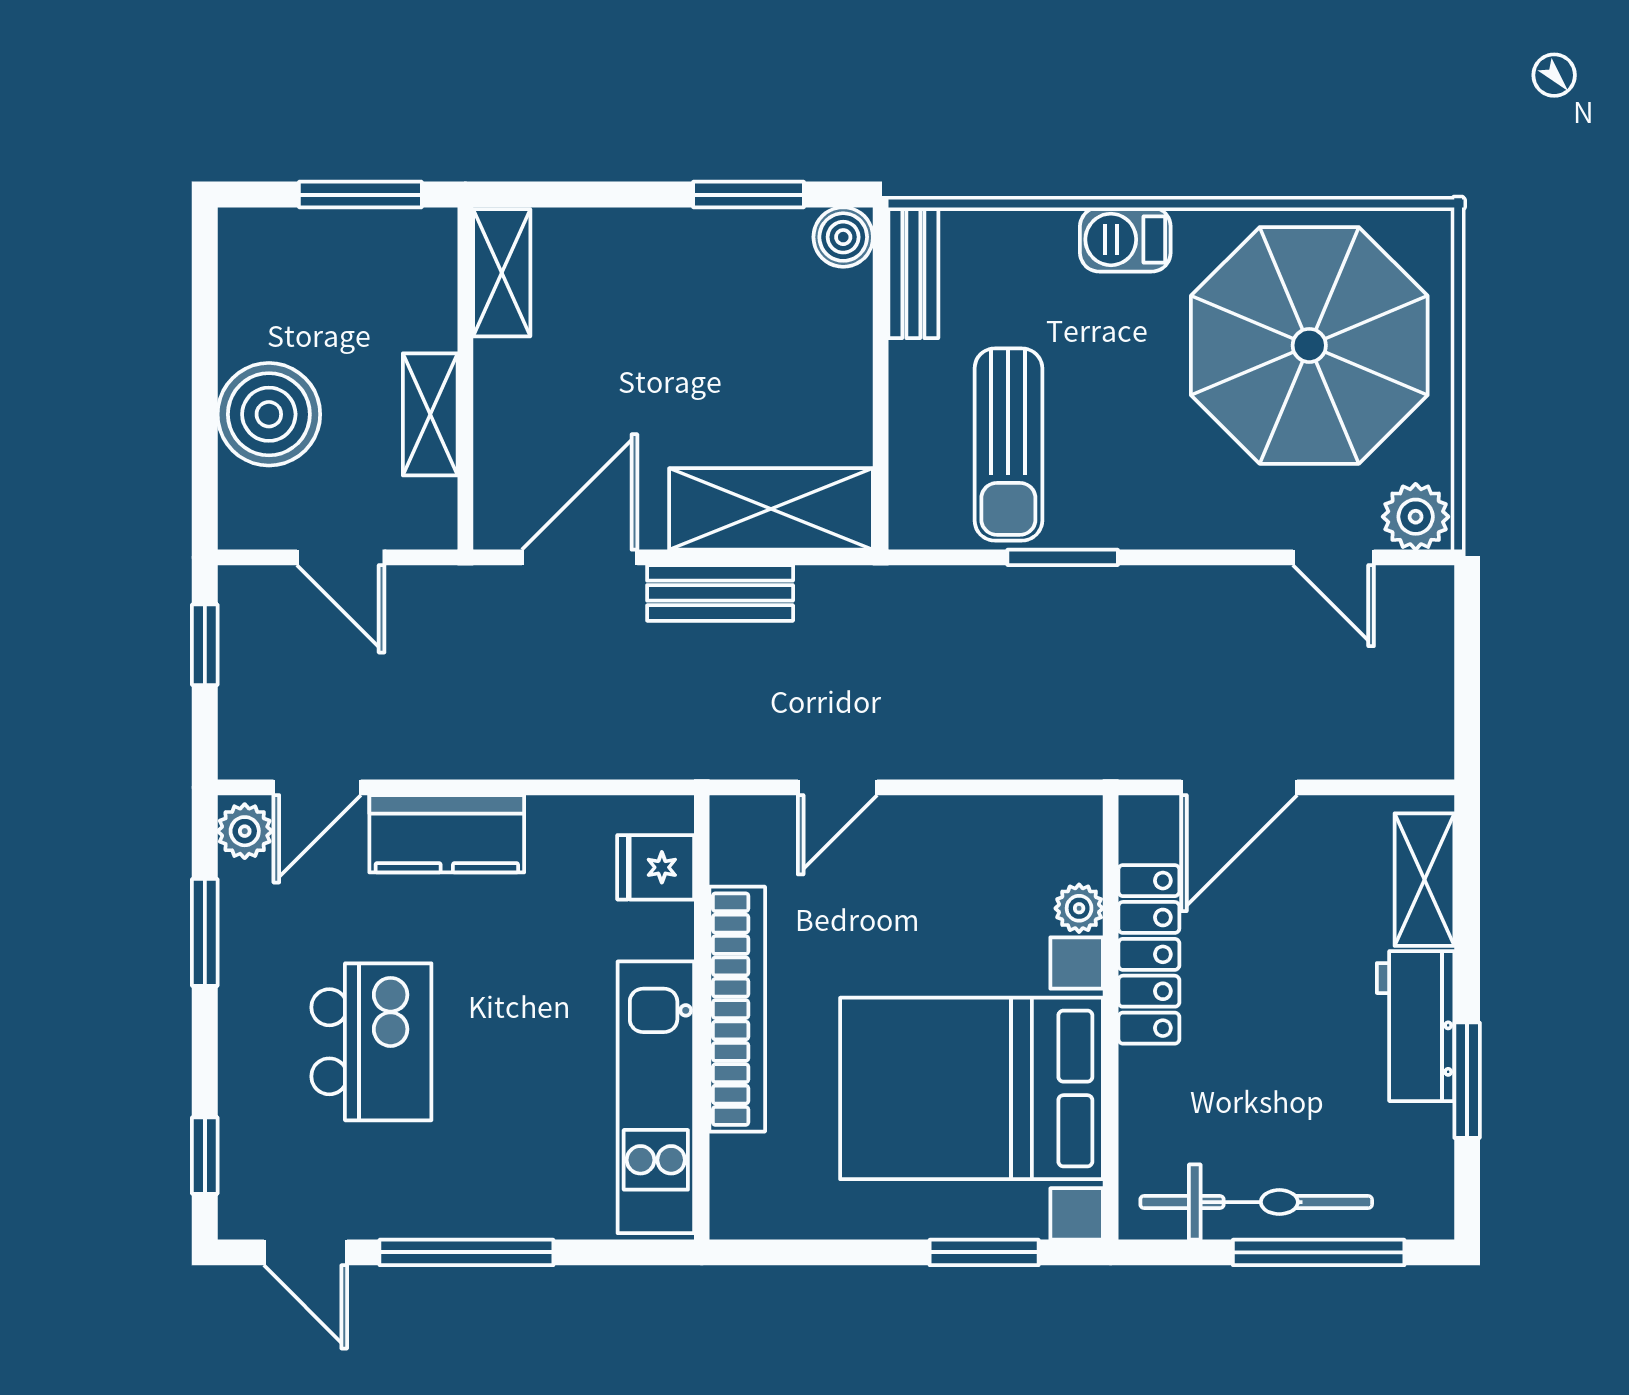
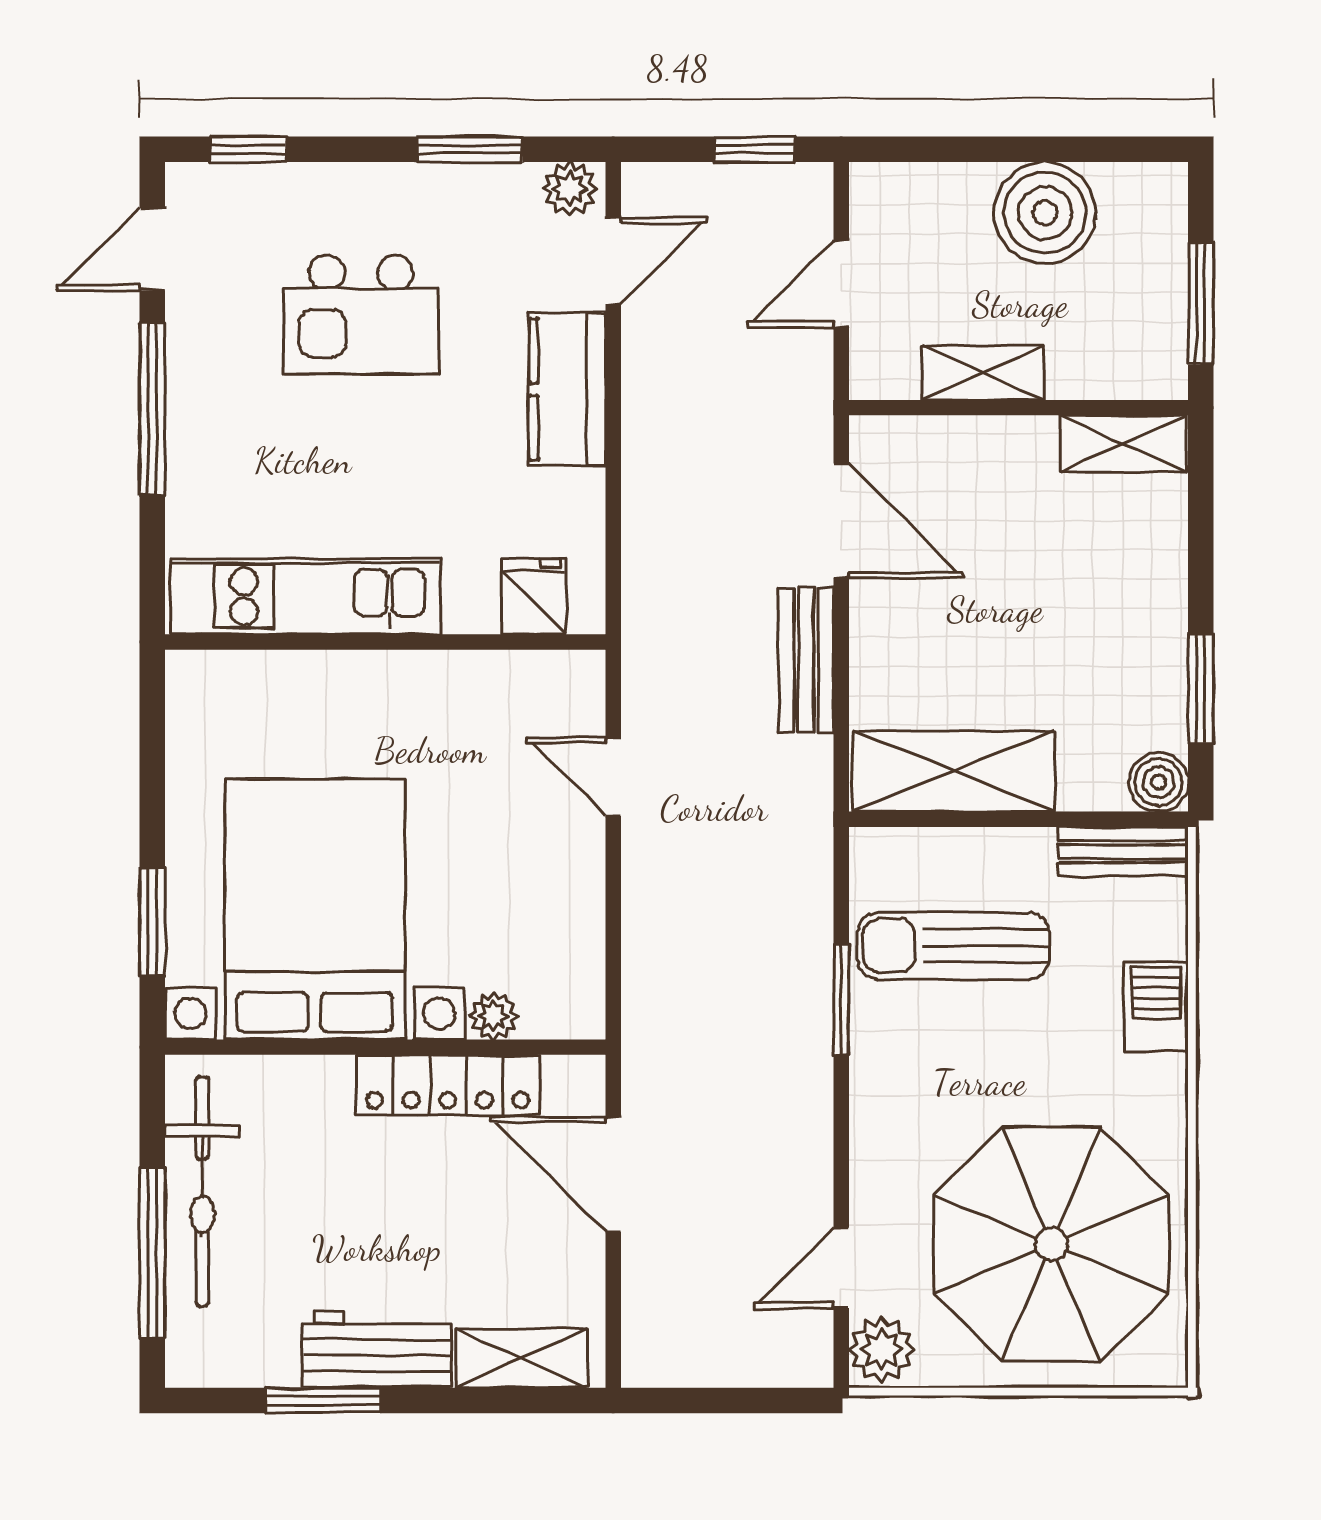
barbecue: (1125, 239) -> (1156, 1007), moved
boiler: (269, 414) -> (1045, 213), moved
shelving: (771, 509) -> (954, 771), moved, turned 90
door: (317, 787) -> (613, 261), swing flipped
bookcase: (737, 1009) -> (393, 677), removed

